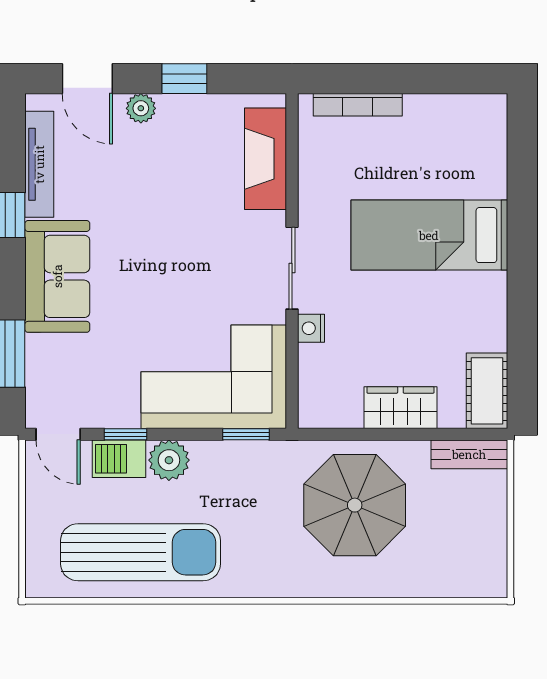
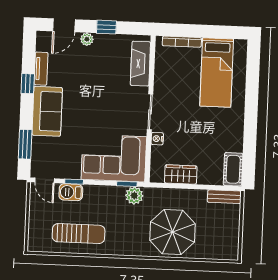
door: (87, 79) -> (64, 25), hinge flipped
tv unit: (39, 164) -> (41, 69), width x0.71
bed: (429, 235) -> (217, 72), moved, turned -90
wardrobe: (400, 408) -> (181, 174), moved
plant: (169, 460) -> (134, 196), moved
parasol: (355, 505) -> (172, 232), moved
sun lounger: (141, 552) -> (79, 234), width x0.73, depth x0.75

